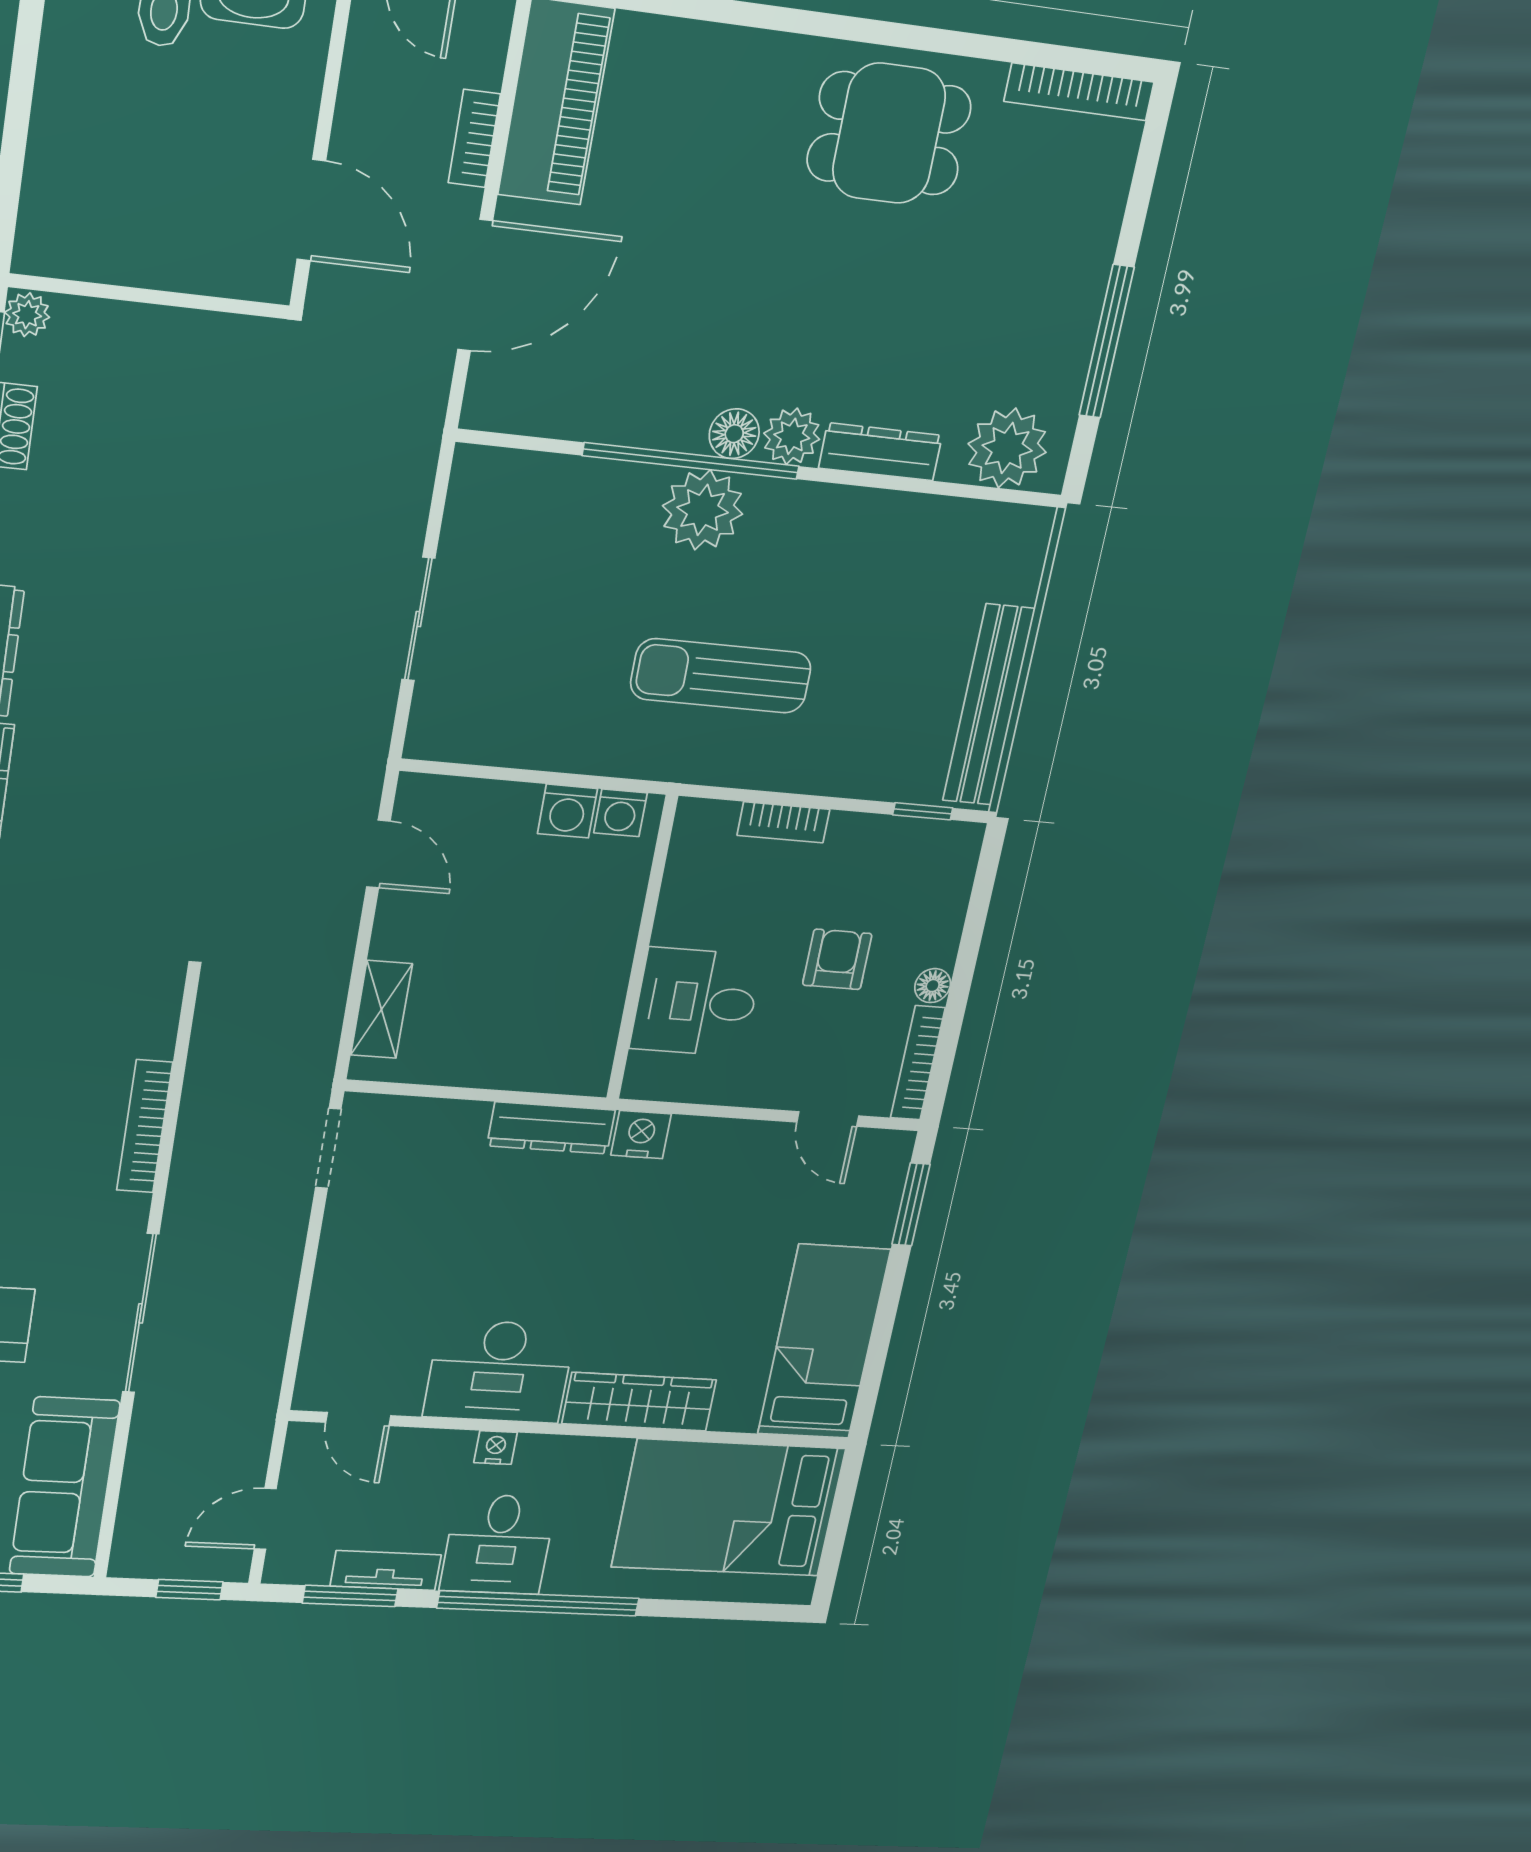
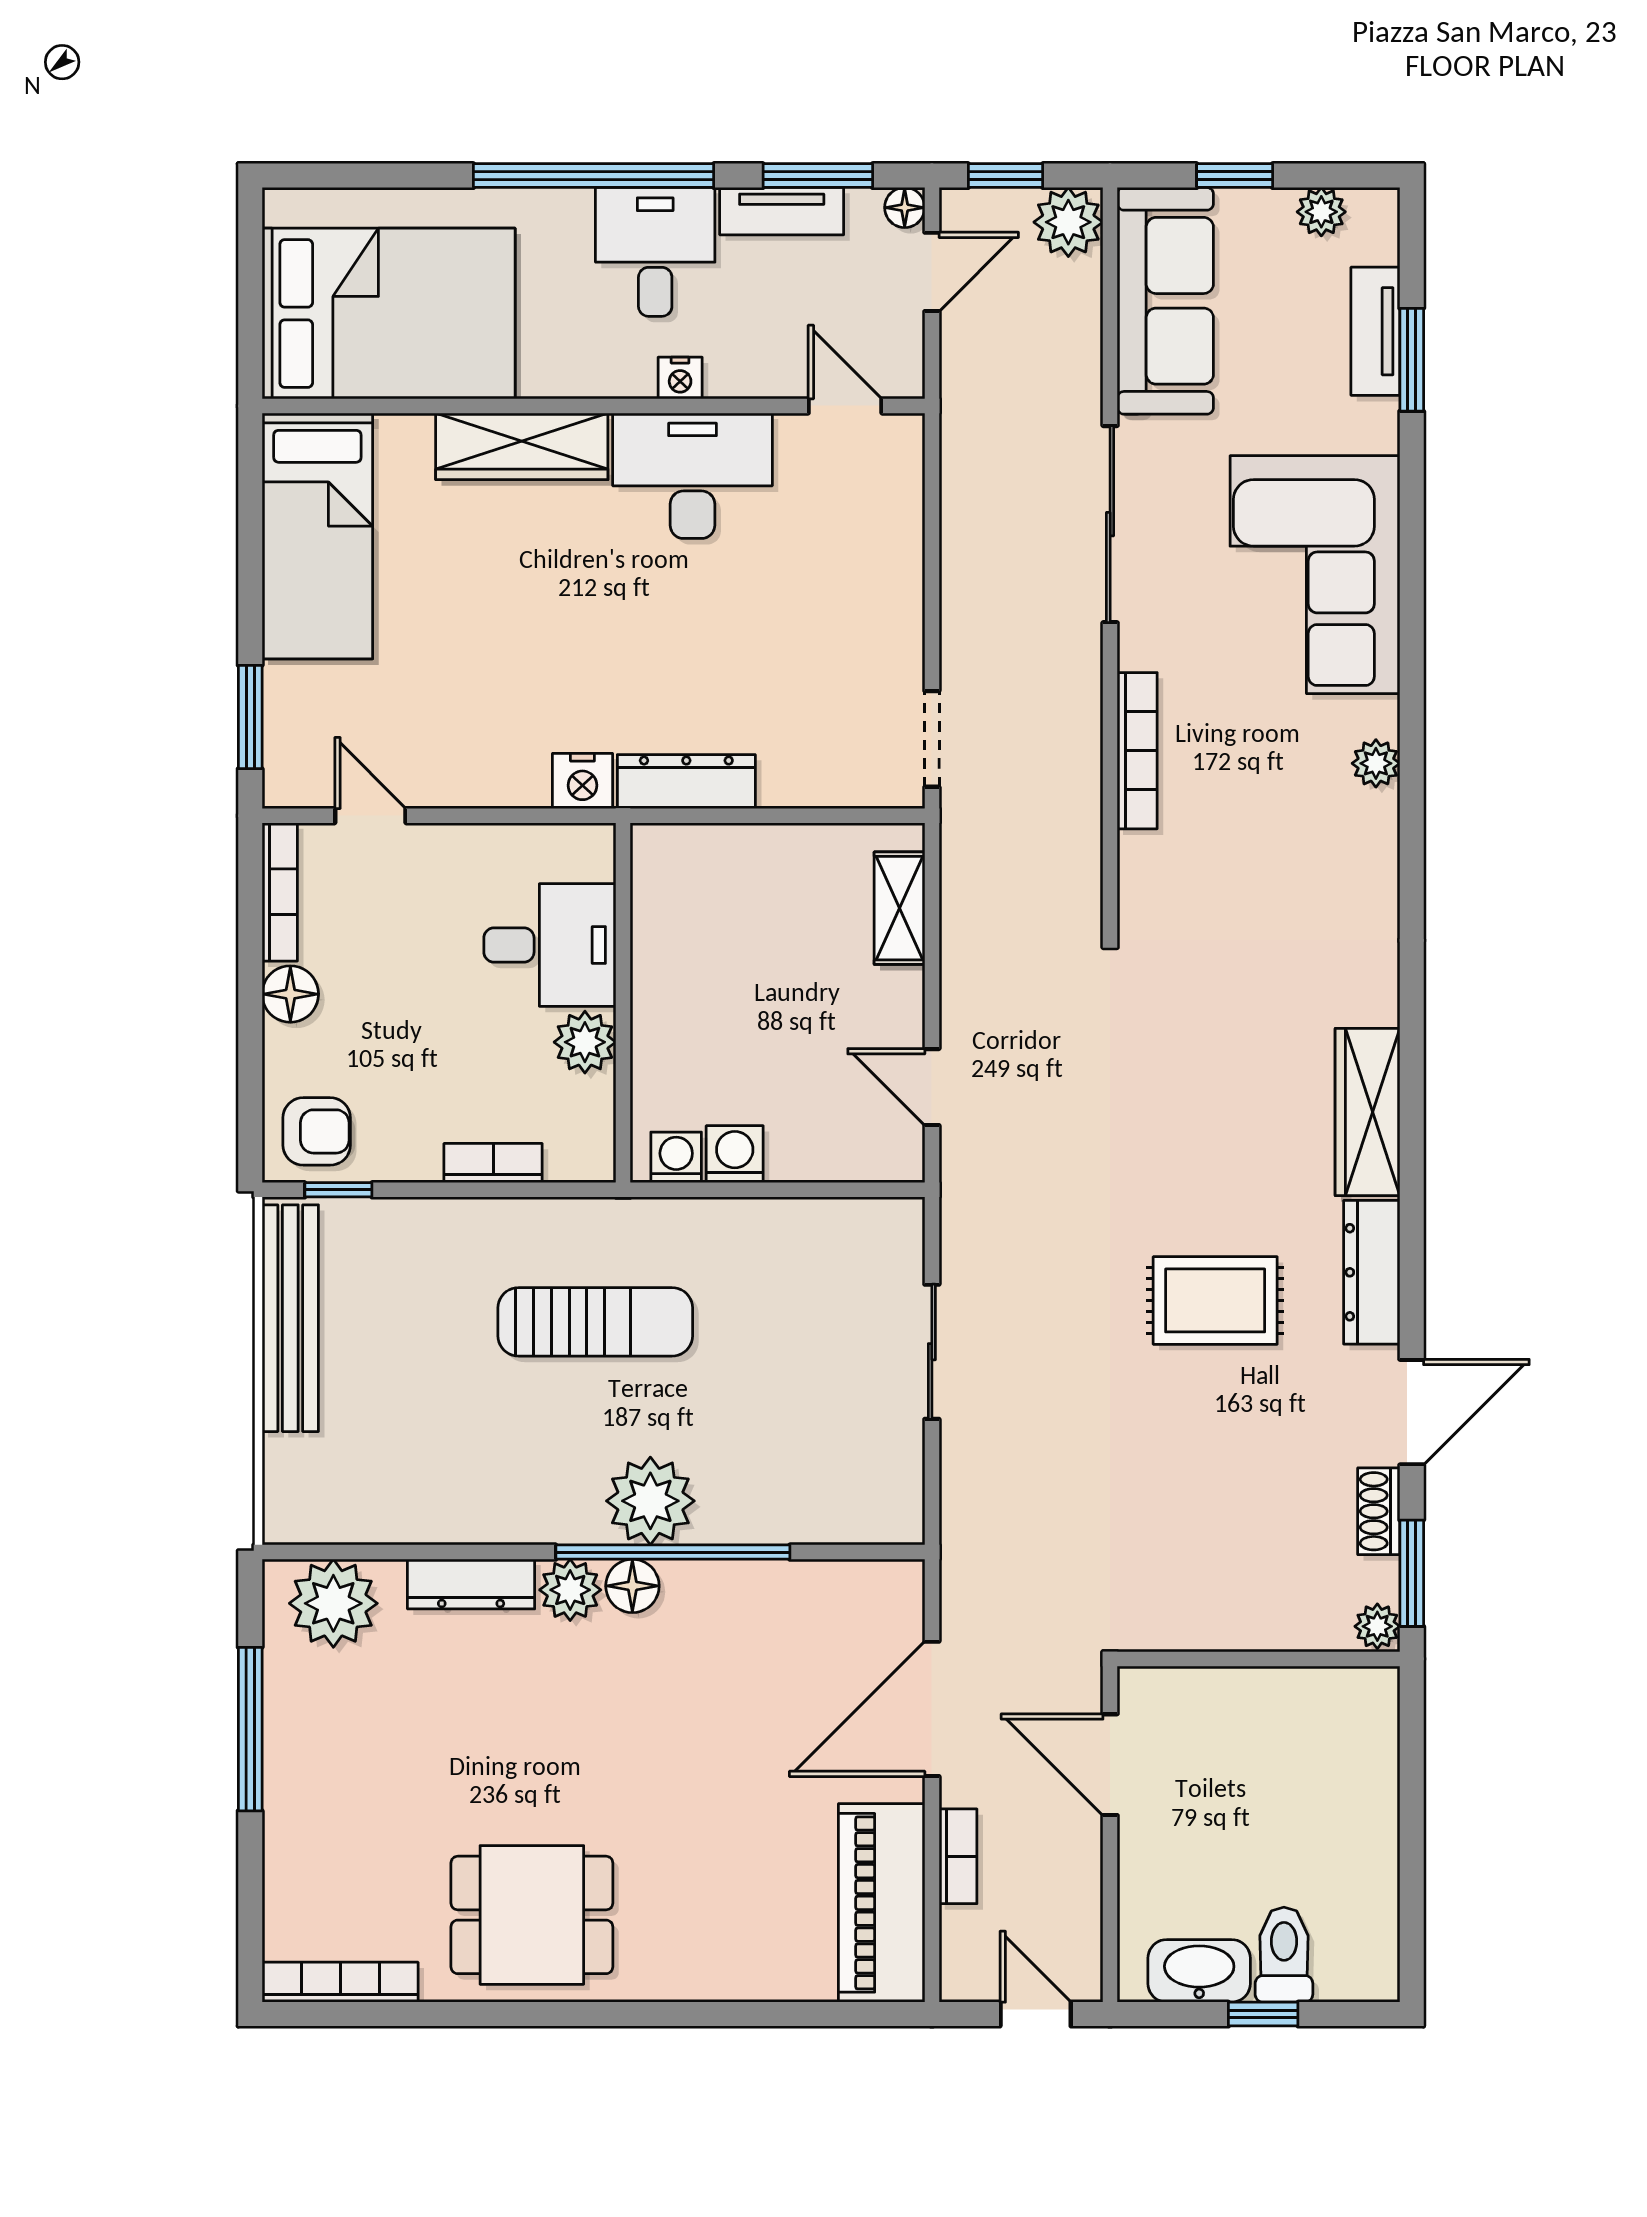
rug: (143, 640) -> (1215, 1300), added
plant: (682, 918) -> (585, 1042), added
armchair: (837, 959) -> (317, 1131), moved, turned -90
floor lamp: (933, 986) -> (290, 994), width x1.37, depth x1.37
plant: (141, 1552) -> (1068, 222), added
floor lamp: (280, 1569) -> (905, 208), added

